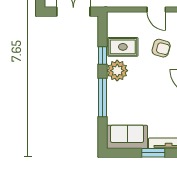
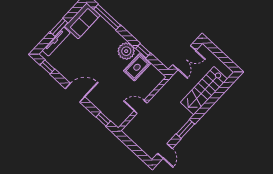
armchair: (161, 48) -> (115, 89), removed
window: (102, 98) -> (107, 17), moved

